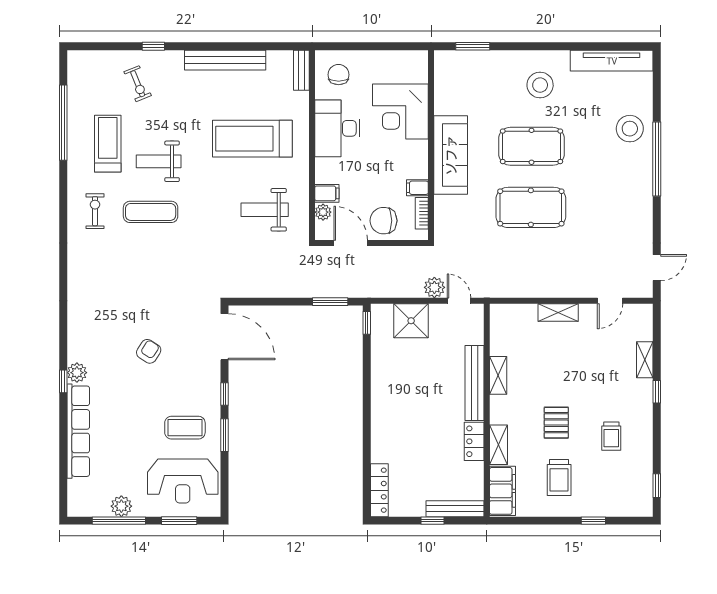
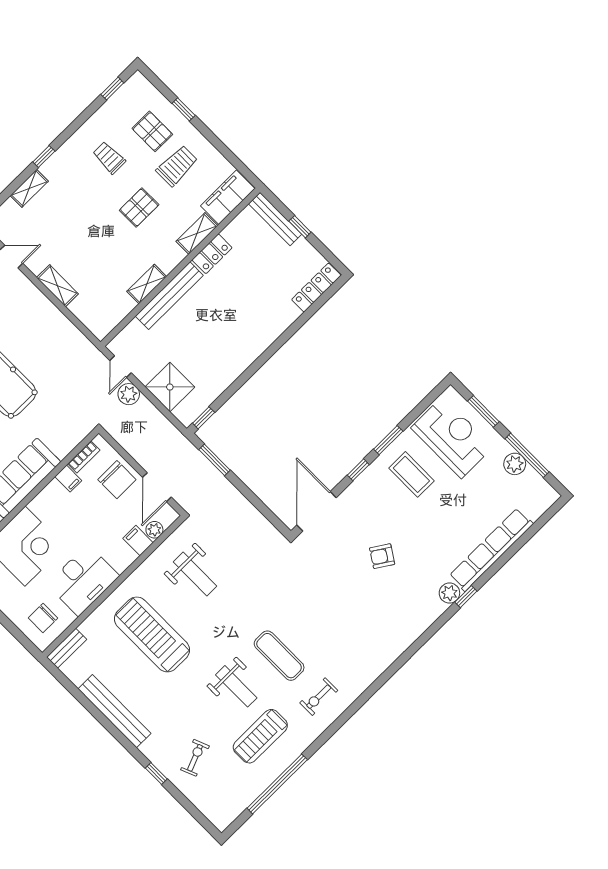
treadmill: (252, 139) -> (152, 634), turned 180
trolley: (611, 436) -> (109, 158), turned -90
pallet: (600, 484) -> (152, 131), added

